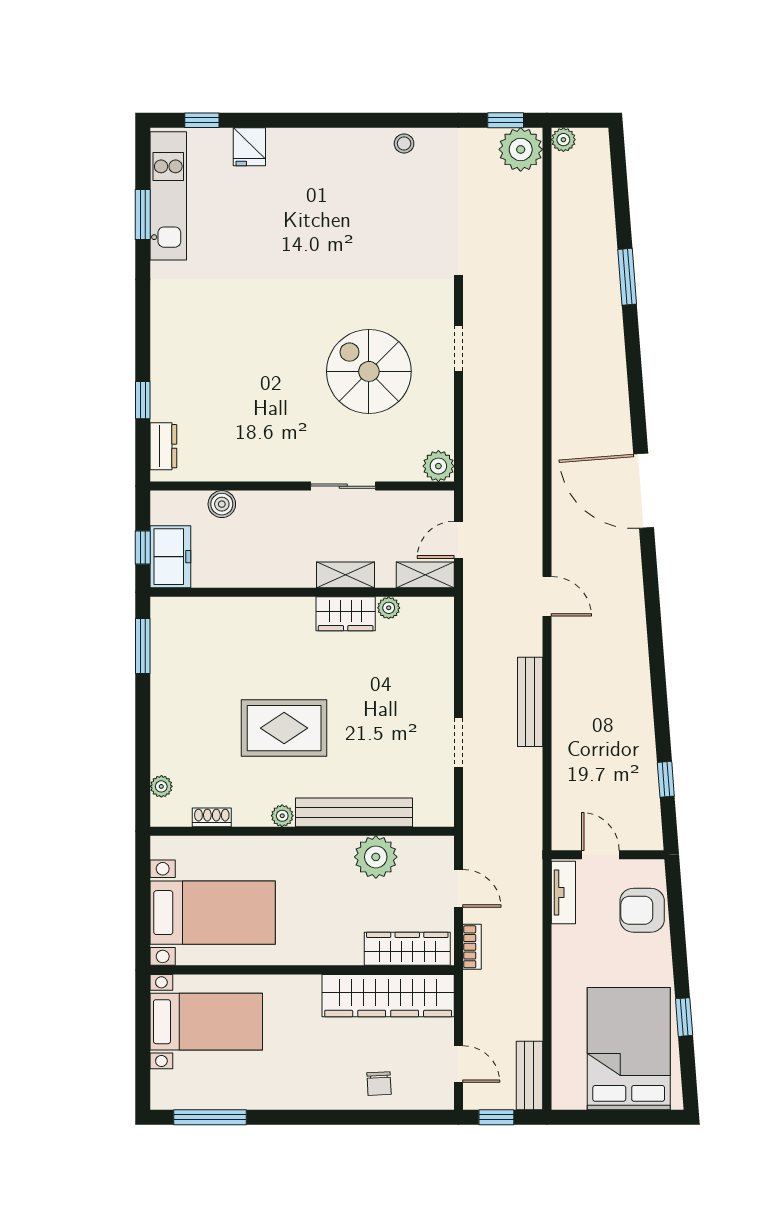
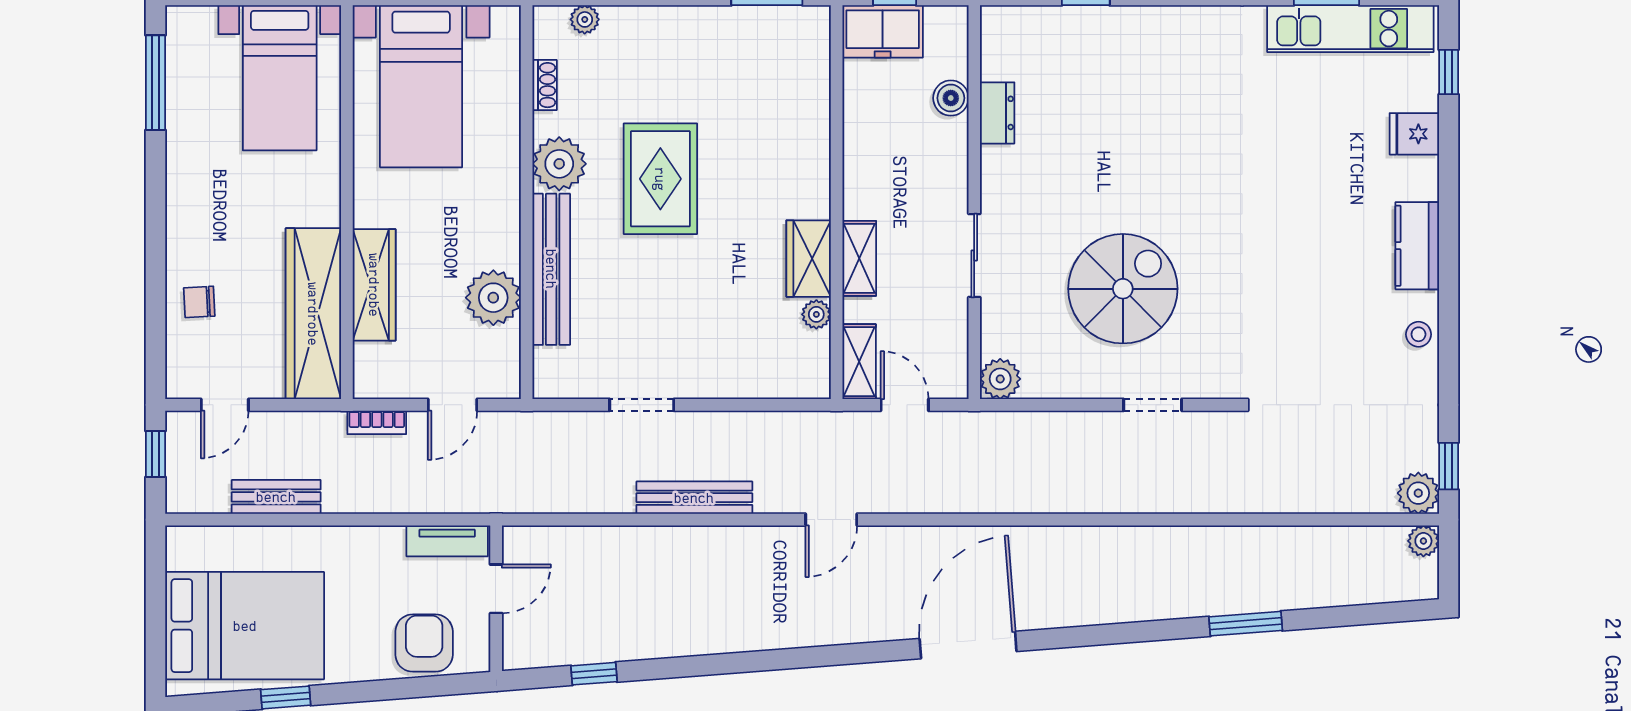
kitchen counter: (336, 144) -> (1417, 246), added
plant: (521, 149) -> (1418, 493), width x0.73, depth x0.73
dresser: (163, 446) -> (997, 113), moved, turned -90
plant: (282, 816) -> (559, 164), width x1.88, depth x1.88
wardrobe: (407, 949) -> (374, 285), moved
bench: (529, 1076) -> (276, 497), moved

